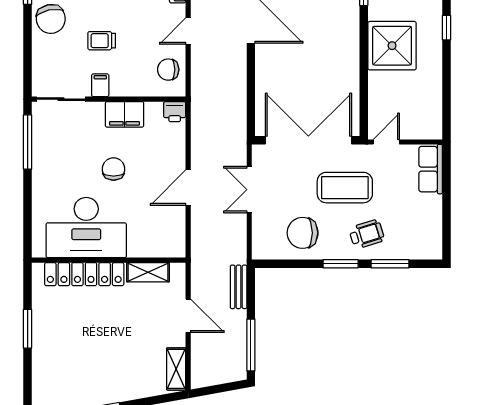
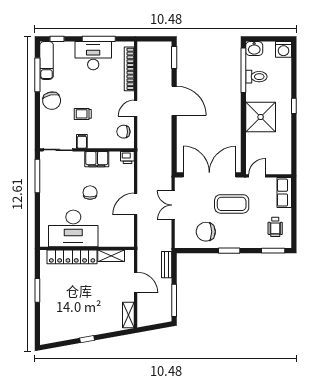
wheelchair: (367, 234) -> (275, 227), moved, turned 107
window: (390, 264) -> (273, 251), moved

